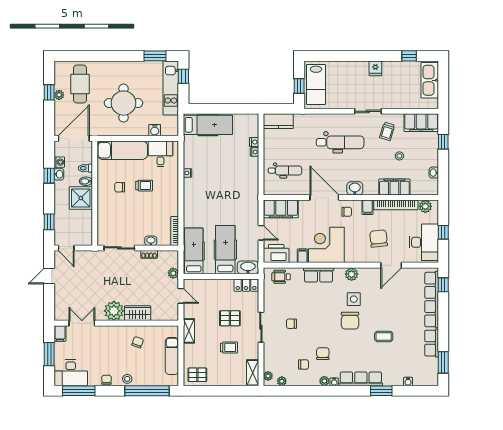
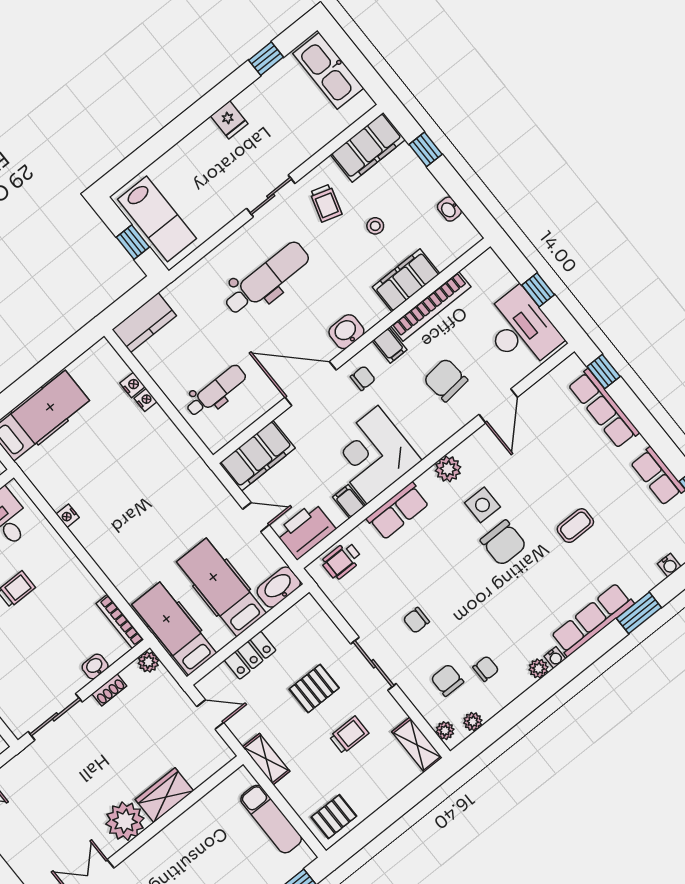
plant: (425, 206) -> (478, 272), removed
plant: (173, 273) -> (148, 662), moved
locker: (246, 285) -> (250, 655), moved
row of seats: (432, 299) -> (604, 409), width x0.73
chair: (138, 342) -> (201, 840), removed
chair: (323, 354) -> (447, 680), moved

